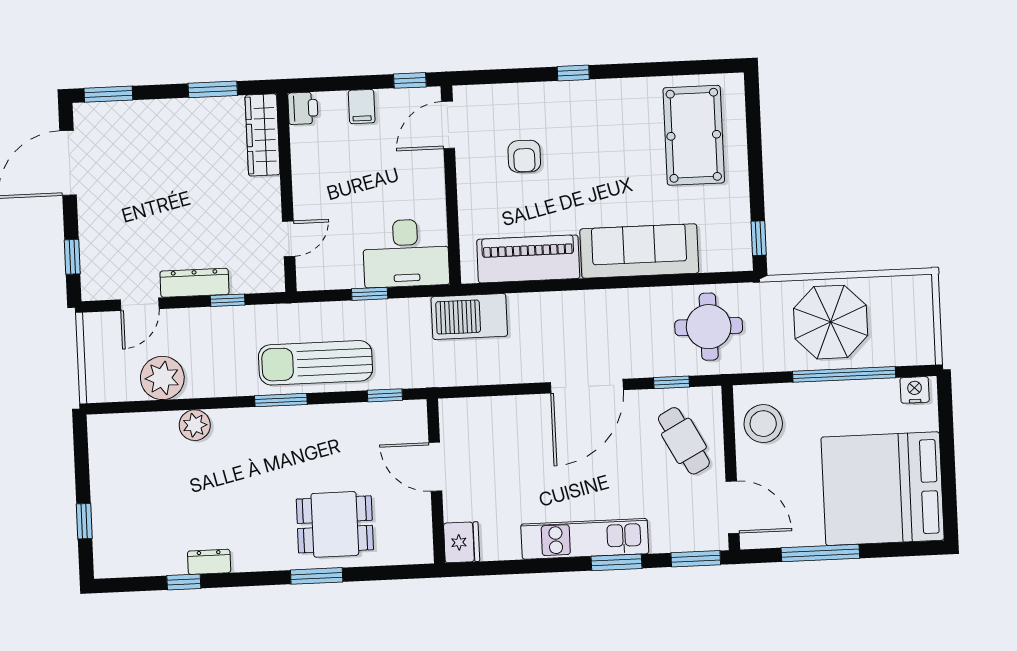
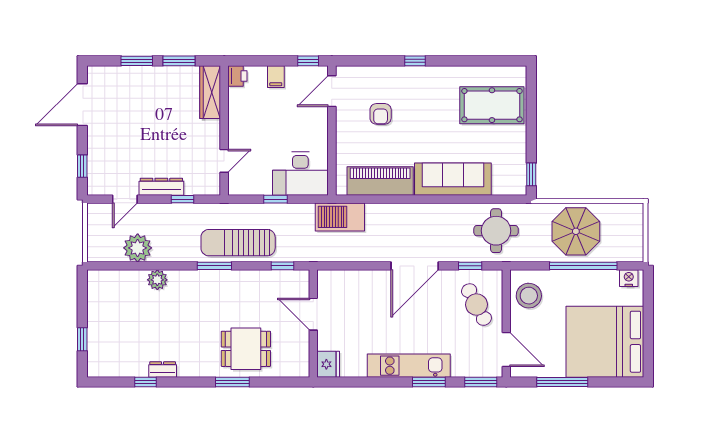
window: (108, 94) -> (137, 61), moved
pool table: (694, 135) -> (492, 105), turned 90

